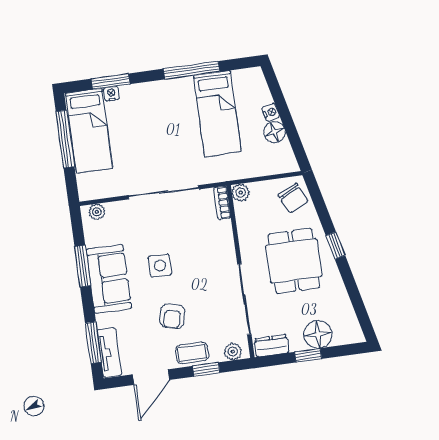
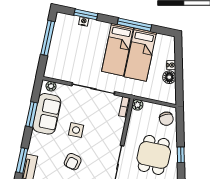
bed: (89, 131) -> (118, 50), moved
sofa: (109, 279) -> (47, 114), moved

